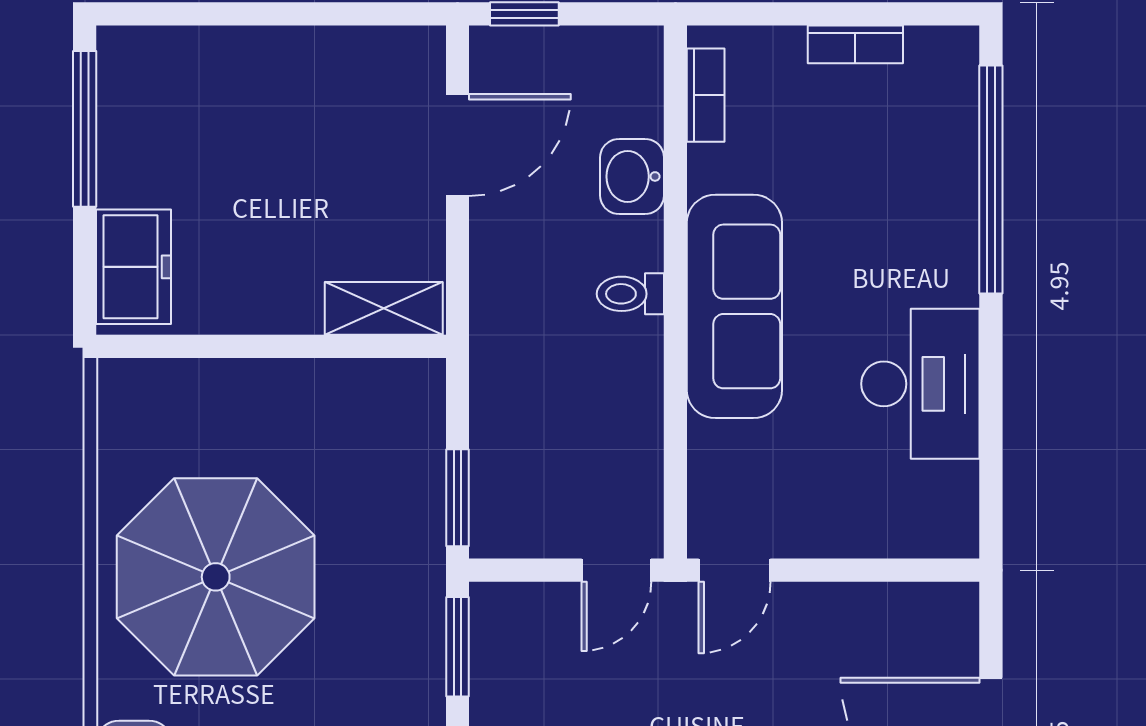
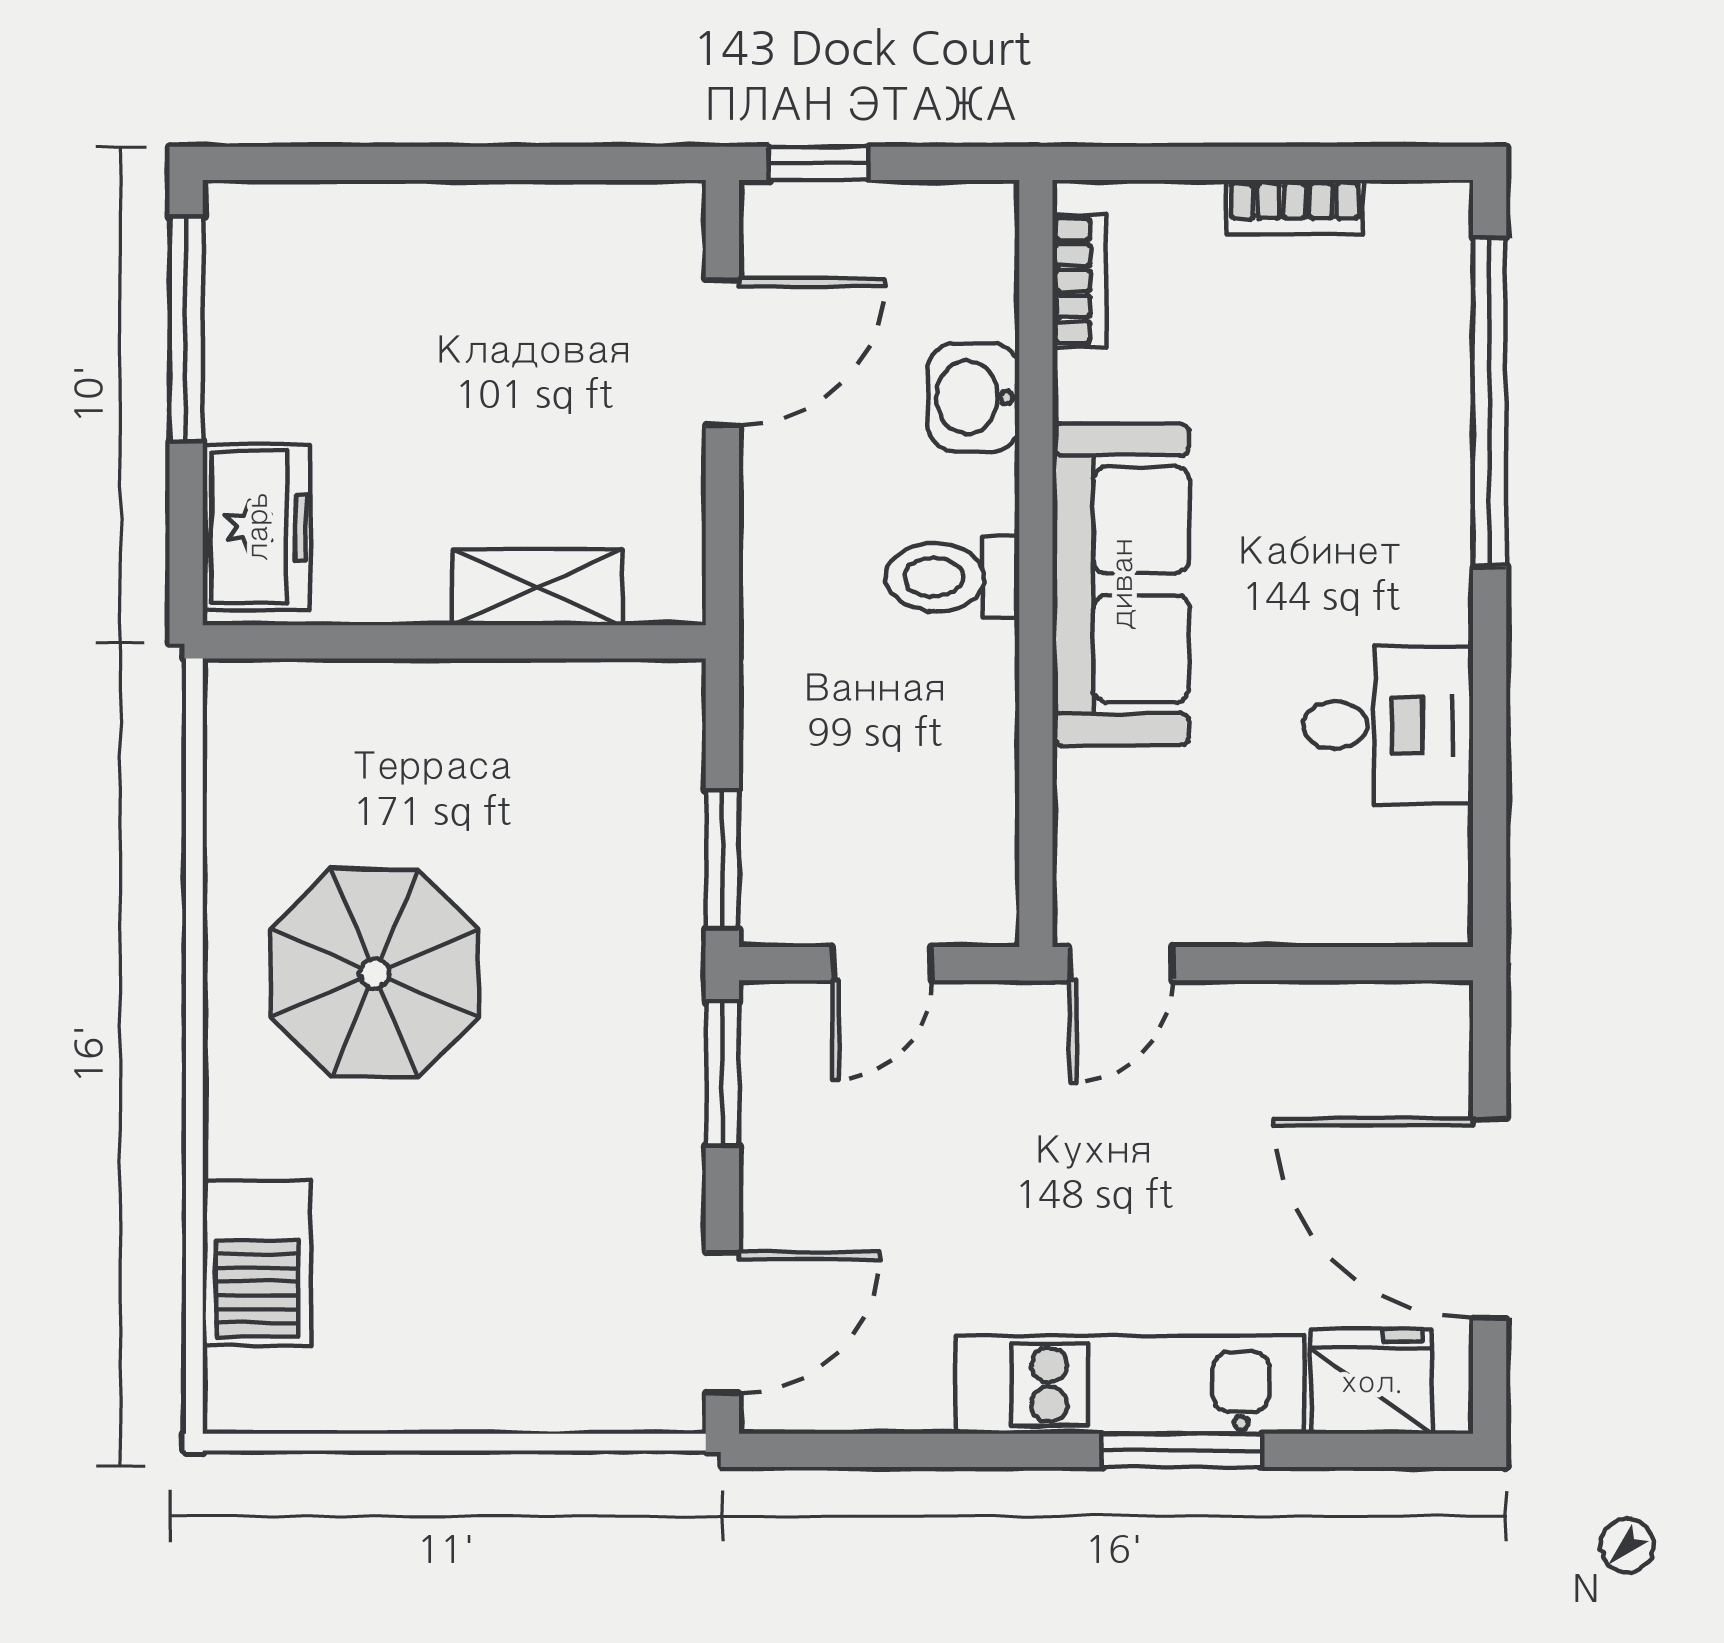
toilet: (630, 294) -> (952, 577), width x1.37, depth x1.39
shelving: (384, 308) -> (537, 587), moved
desk: (920, 384) -> (1388, 725), width x0.73
door: (616, 570) -> (882, 964), moved
parasol: (216, 577) -> (375, 973), width x0.73, depth x0.73

